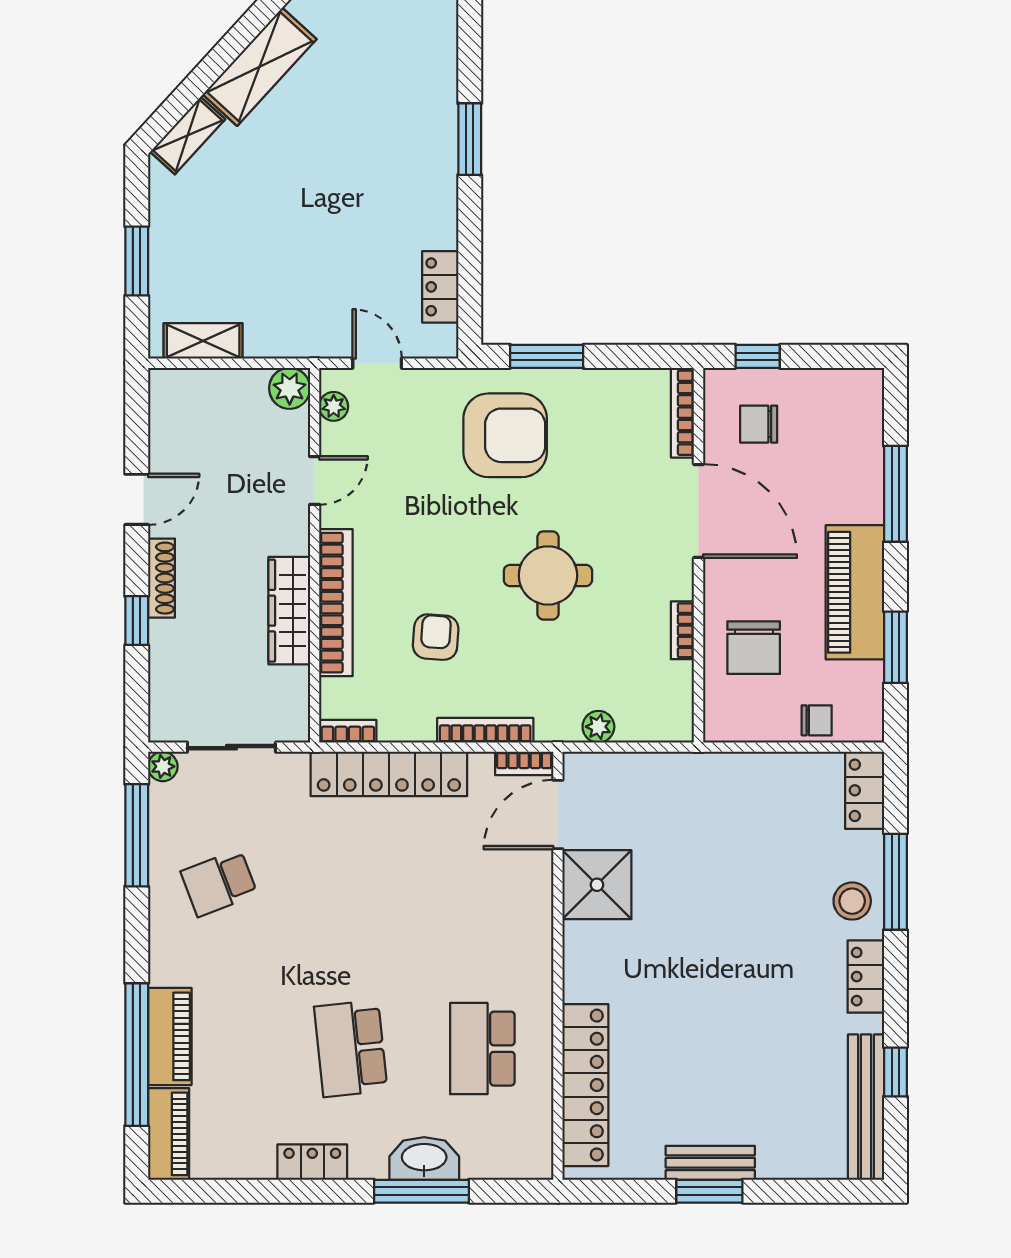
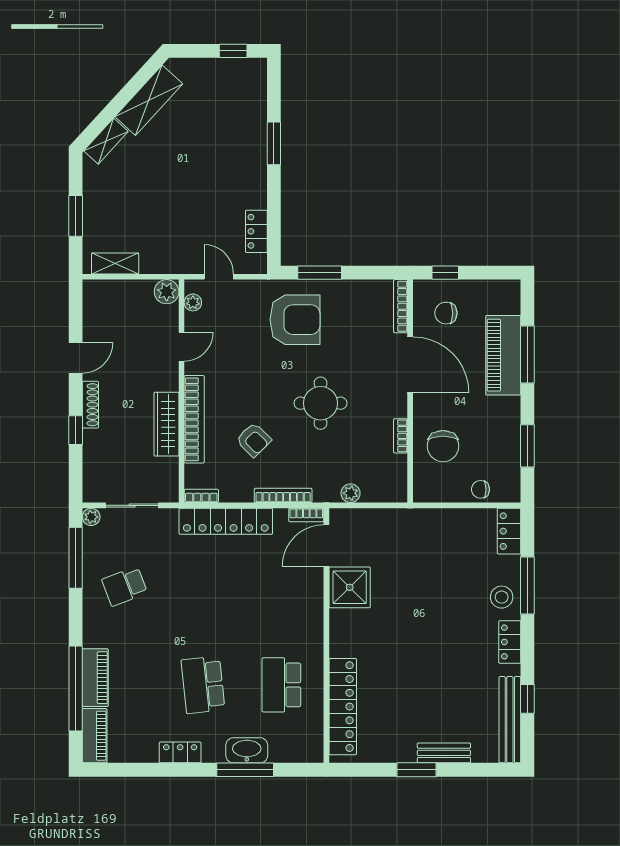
piano: (855, 592) -> (503, 355), moved
armchair: (436, 637) -> (254, 440), turned 131
chair: (817, 720) -> (481, 489), turned 180
bench: (710, 1163) -> (444, 753), moved

